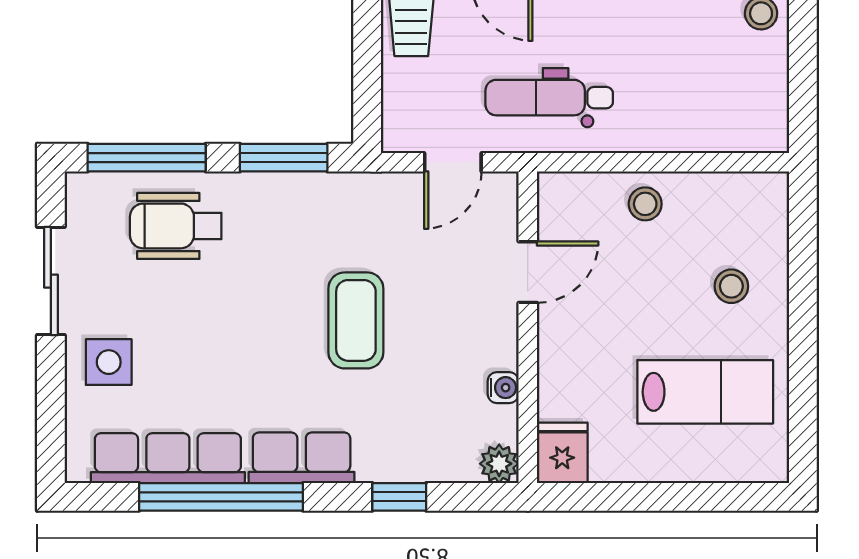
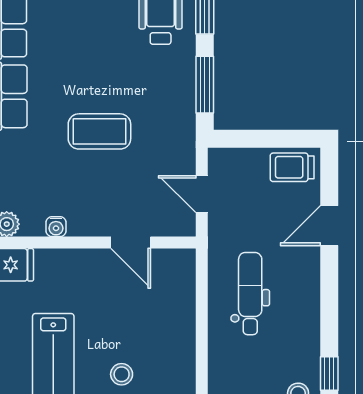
dental chair: (549, 98) -> (250, 294), moved
stool: (645, 204) -> (175, 319), removed

